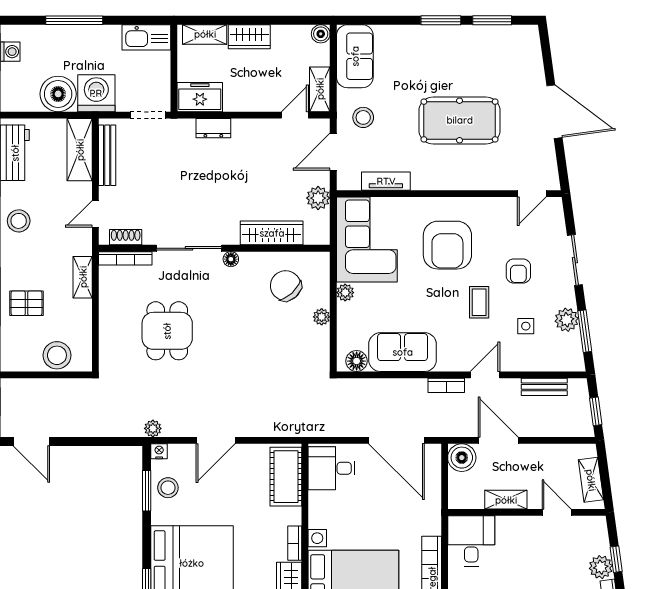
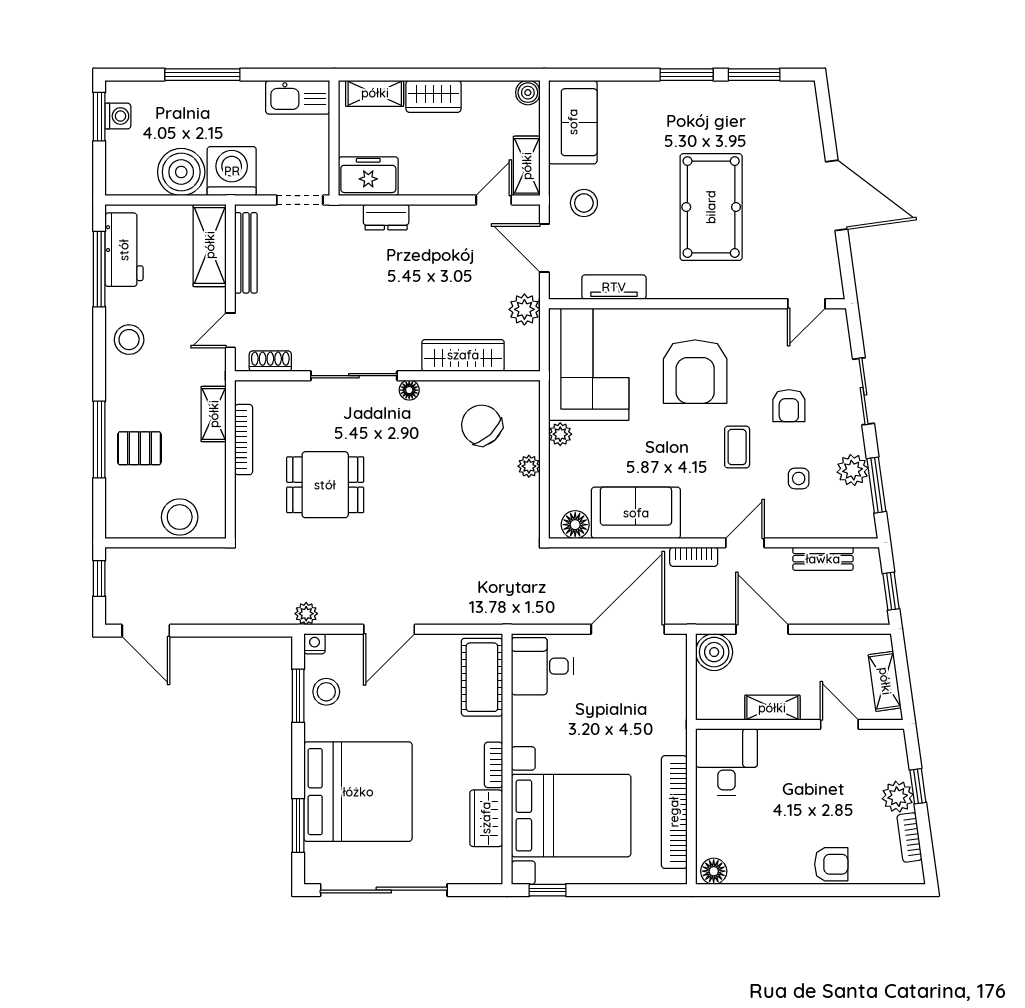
pool table: (460, 120) -> (711, 207), turned 90
door: (333, 152) -> (544, 248), hinge flipped
bookcase: (125, 258) -> (244, 440), moved, turned -90
dining table: (167, 331) -> (325, 485), turned 90
door: (396, 440) -> (628, 629), swing flipped

